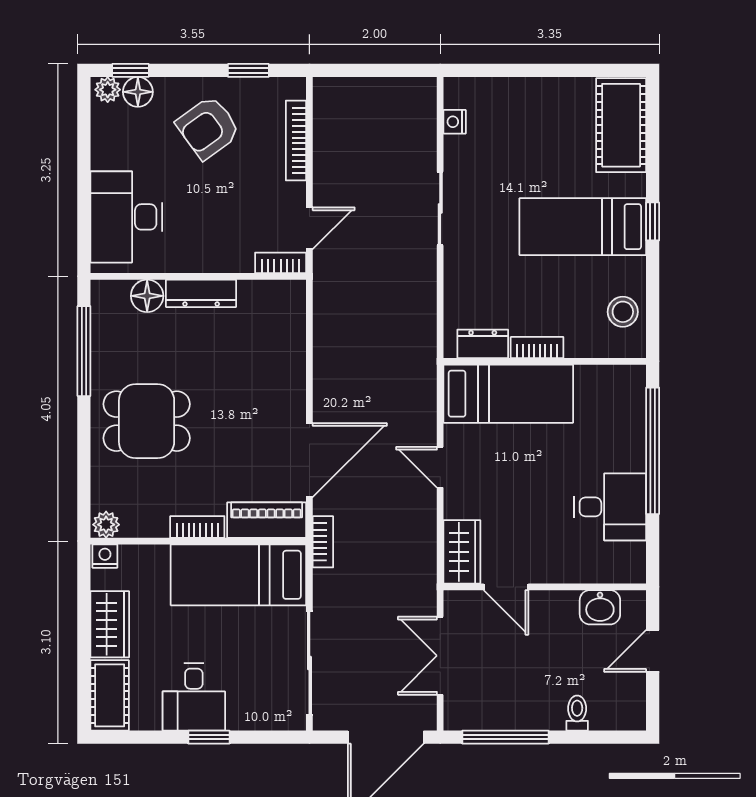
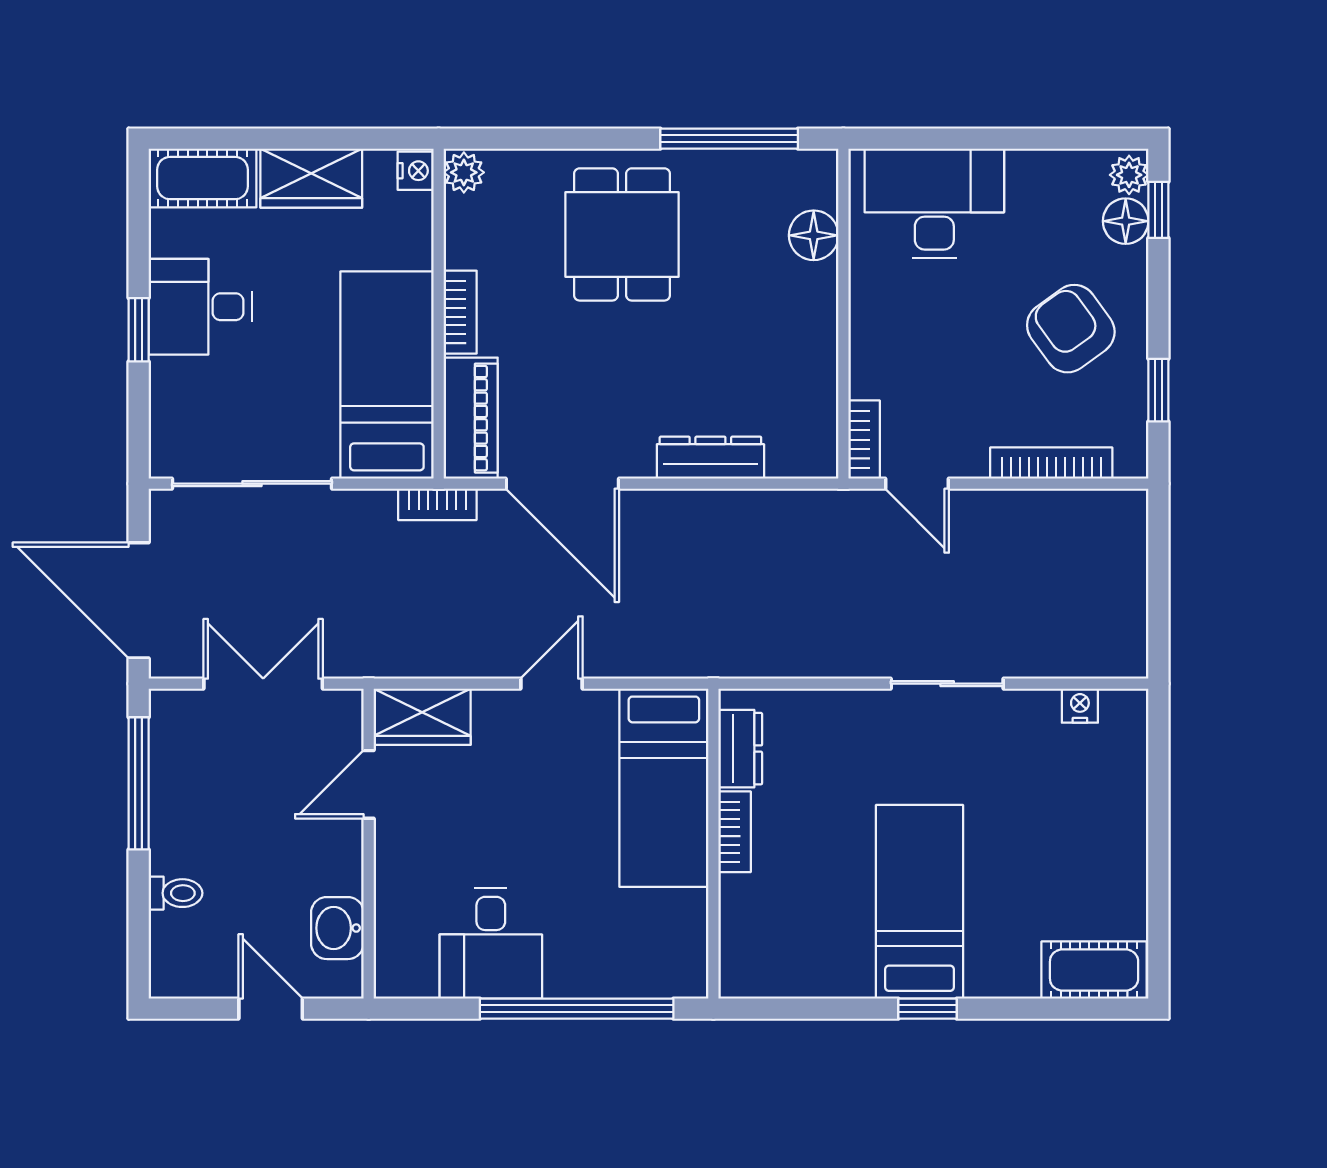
cot: (621, 125) -> (1094, 970), width x0.73, depth x0.75
dresser: (201, 293) -> (710, 458), moved, turned 90
stool: (623, 312) -> (789, 963), removed

